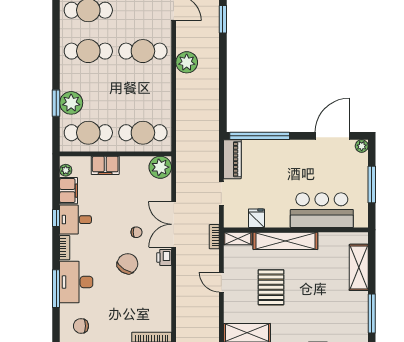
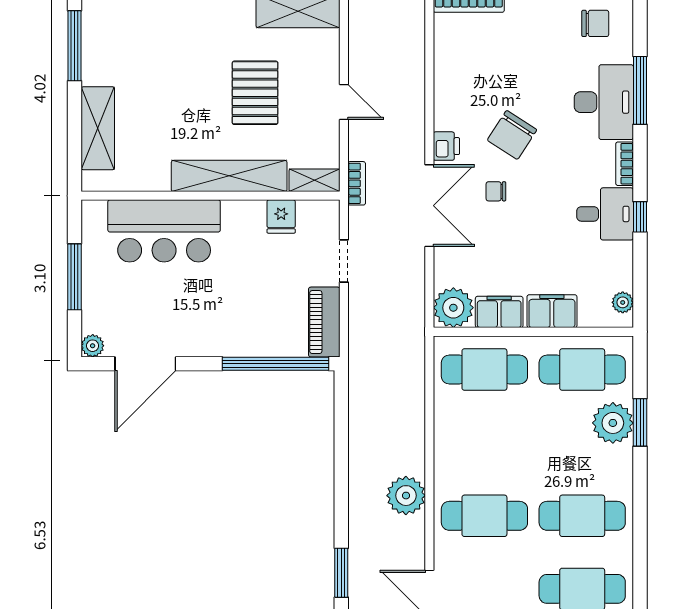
filing cabinet: (69, 191) -> (499, 312), moved, turned 90

